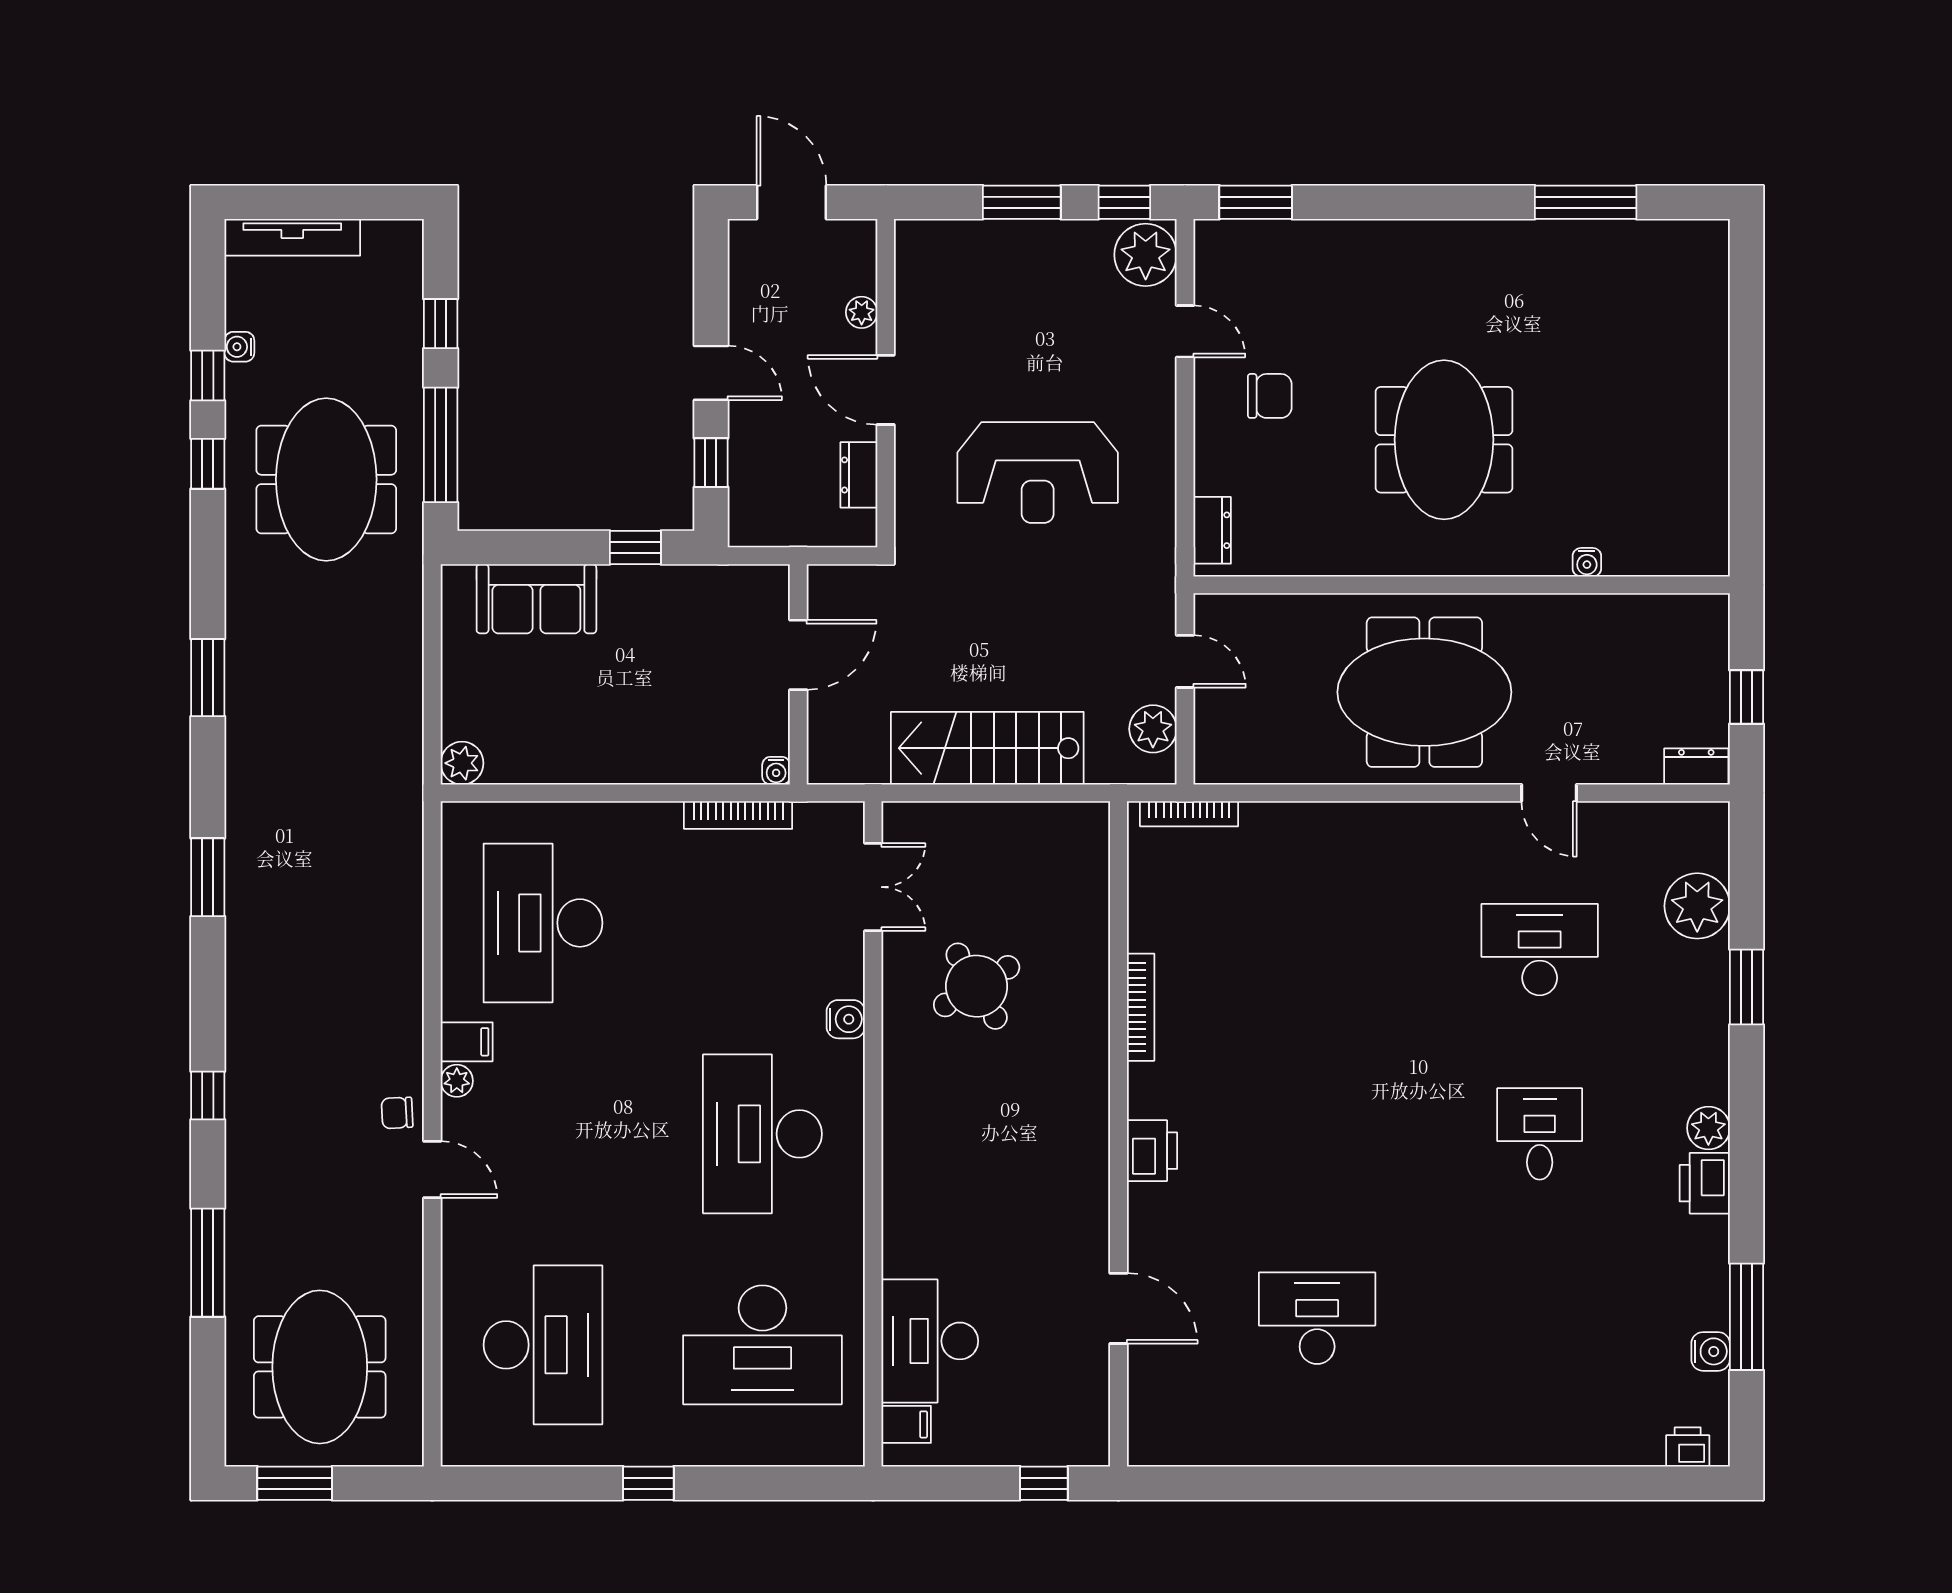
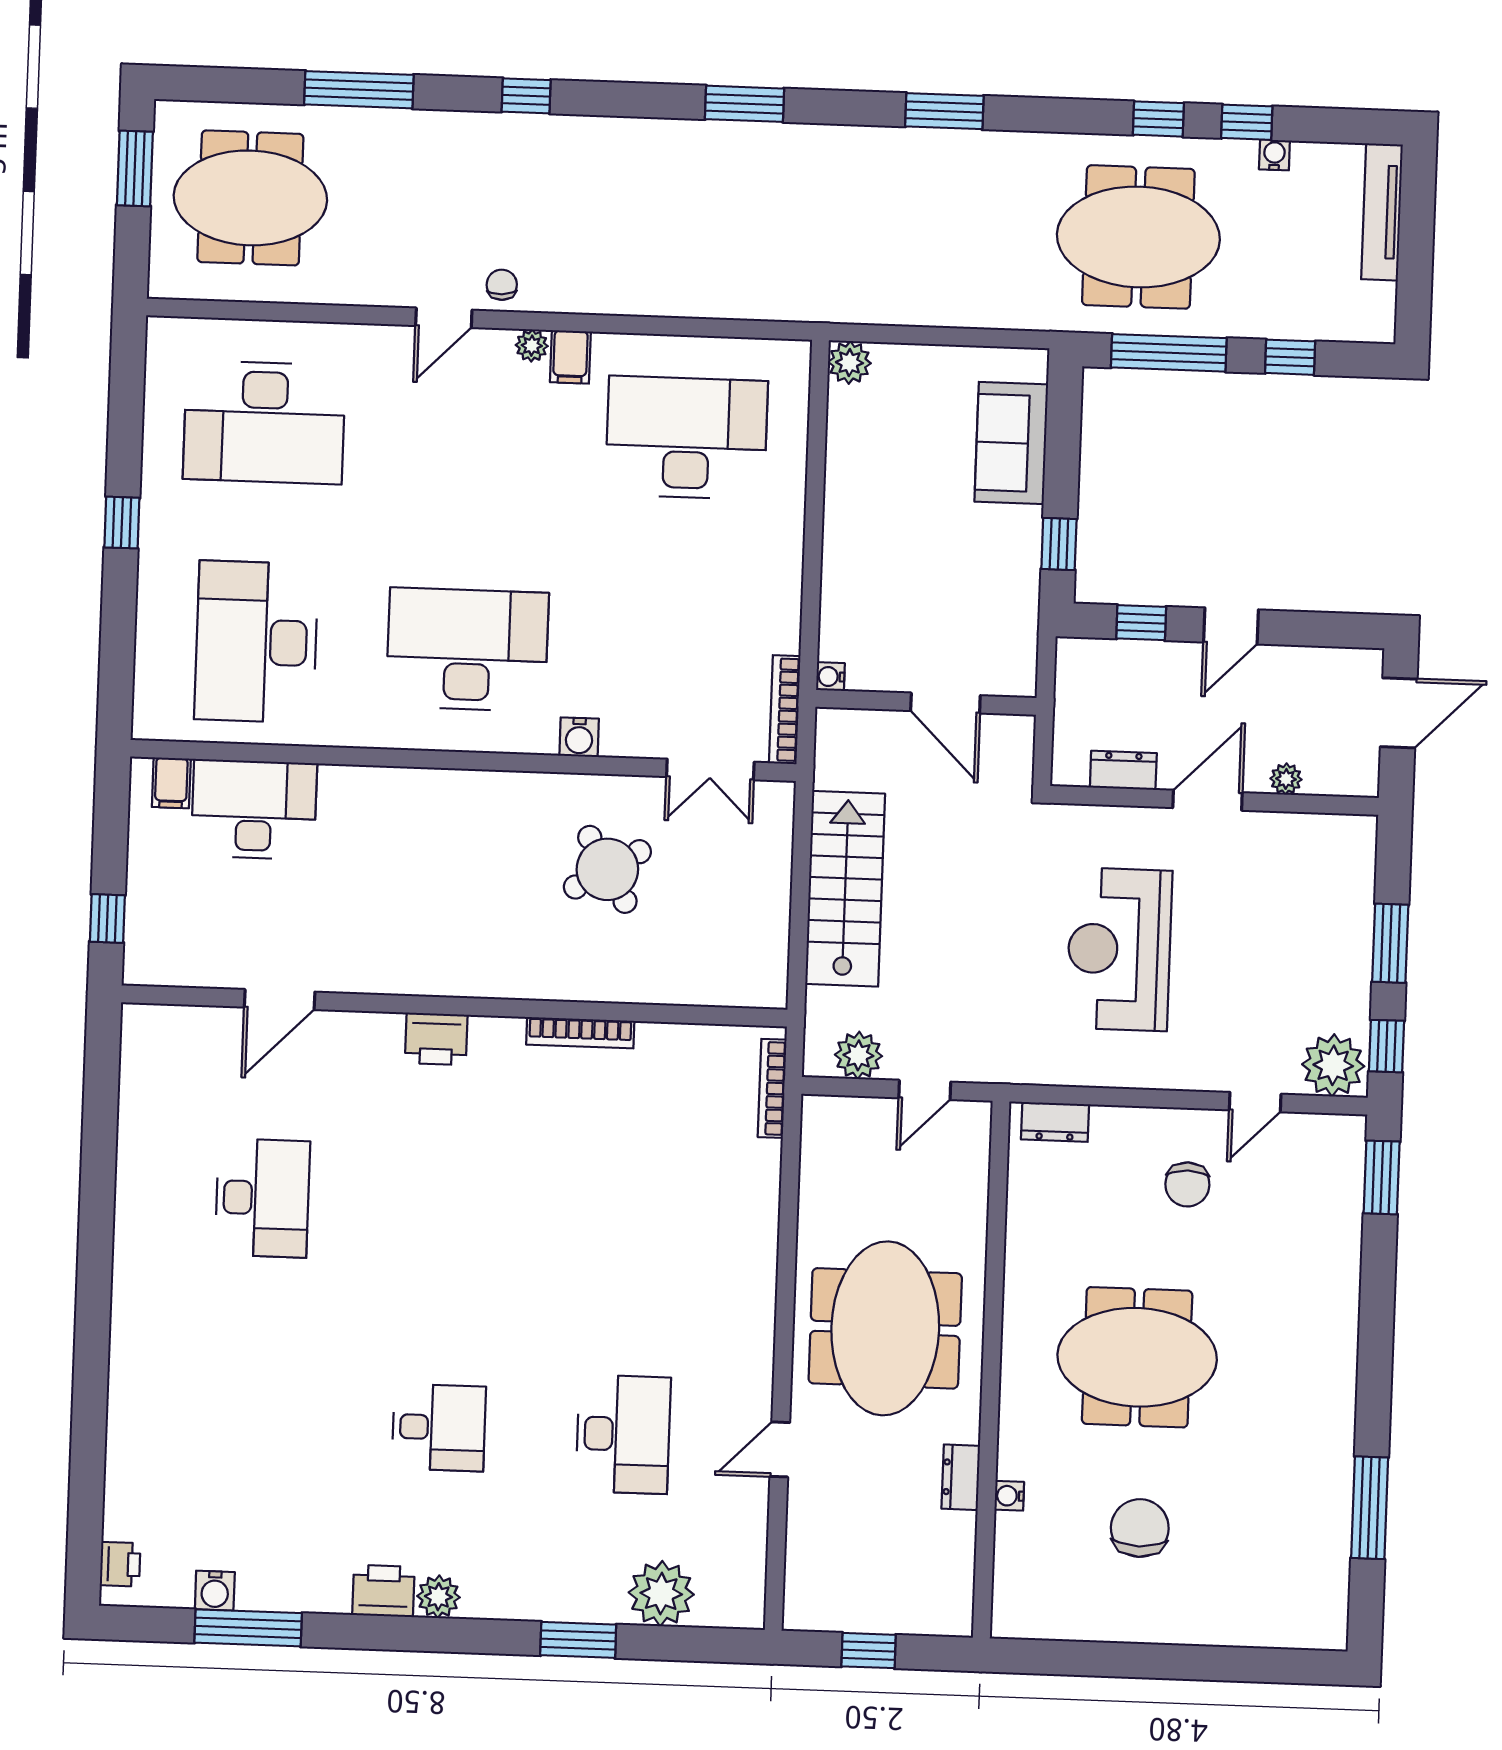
chair: (1614, 431) -> (1140, 1528), added
dresser: (1696, 766) -> (961, 1477), moved, turned 180
bookcase: (738, 815) -> (785, 710), moved

